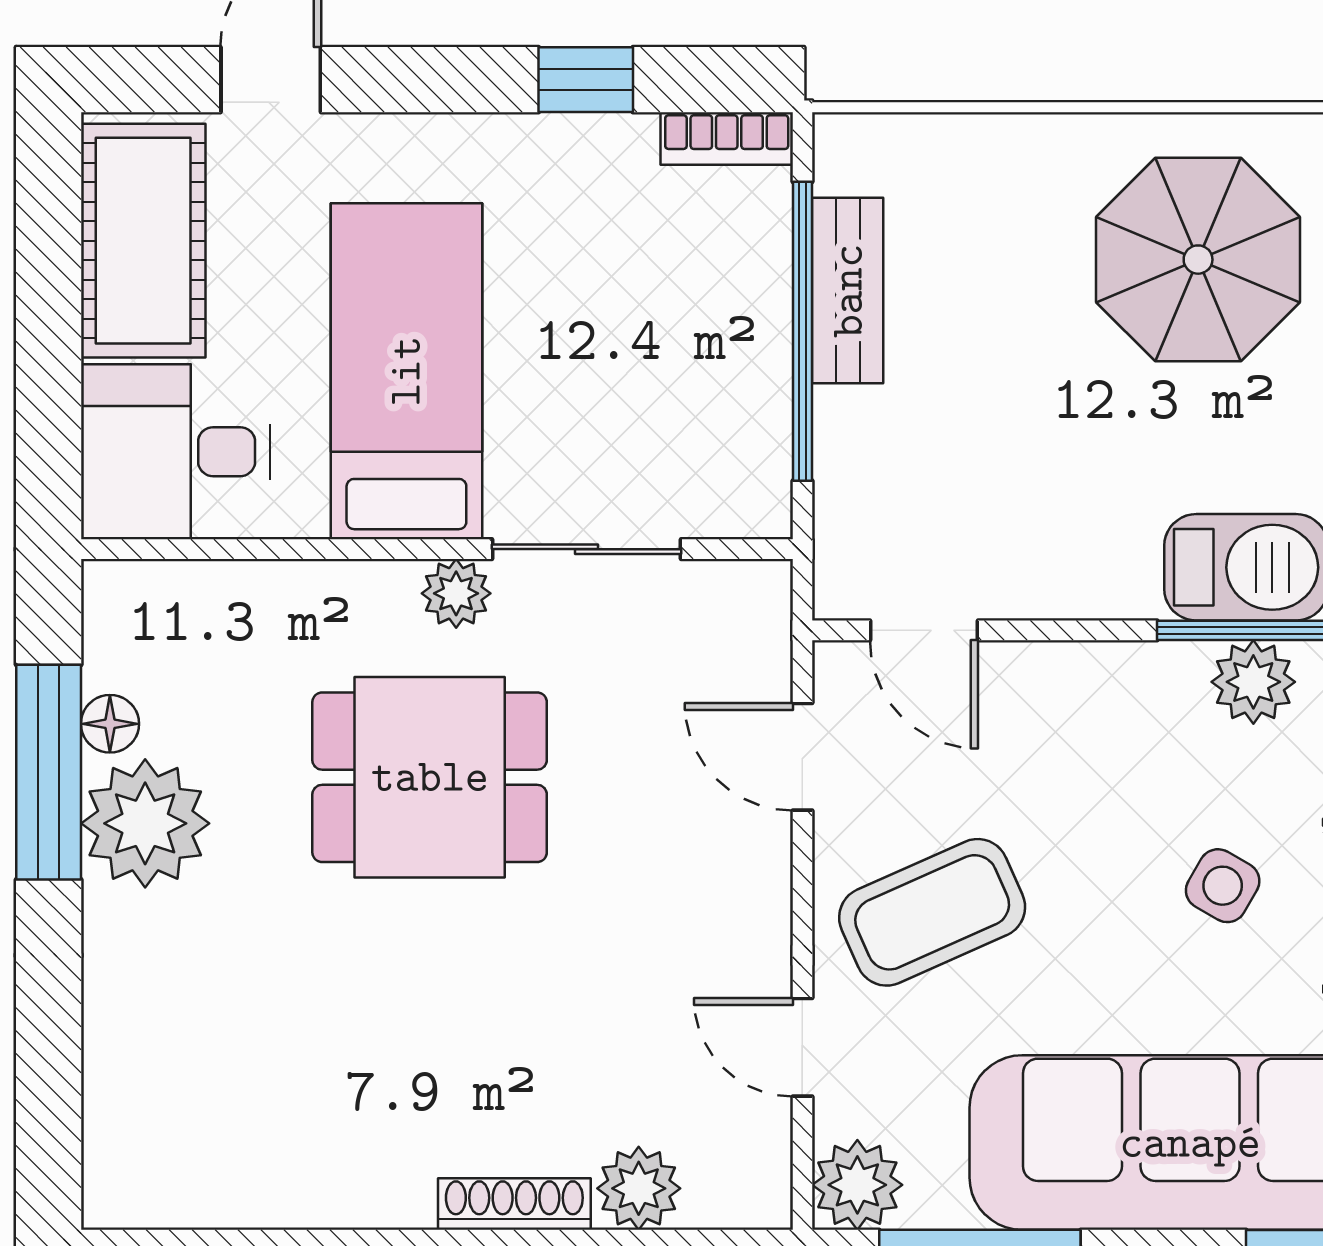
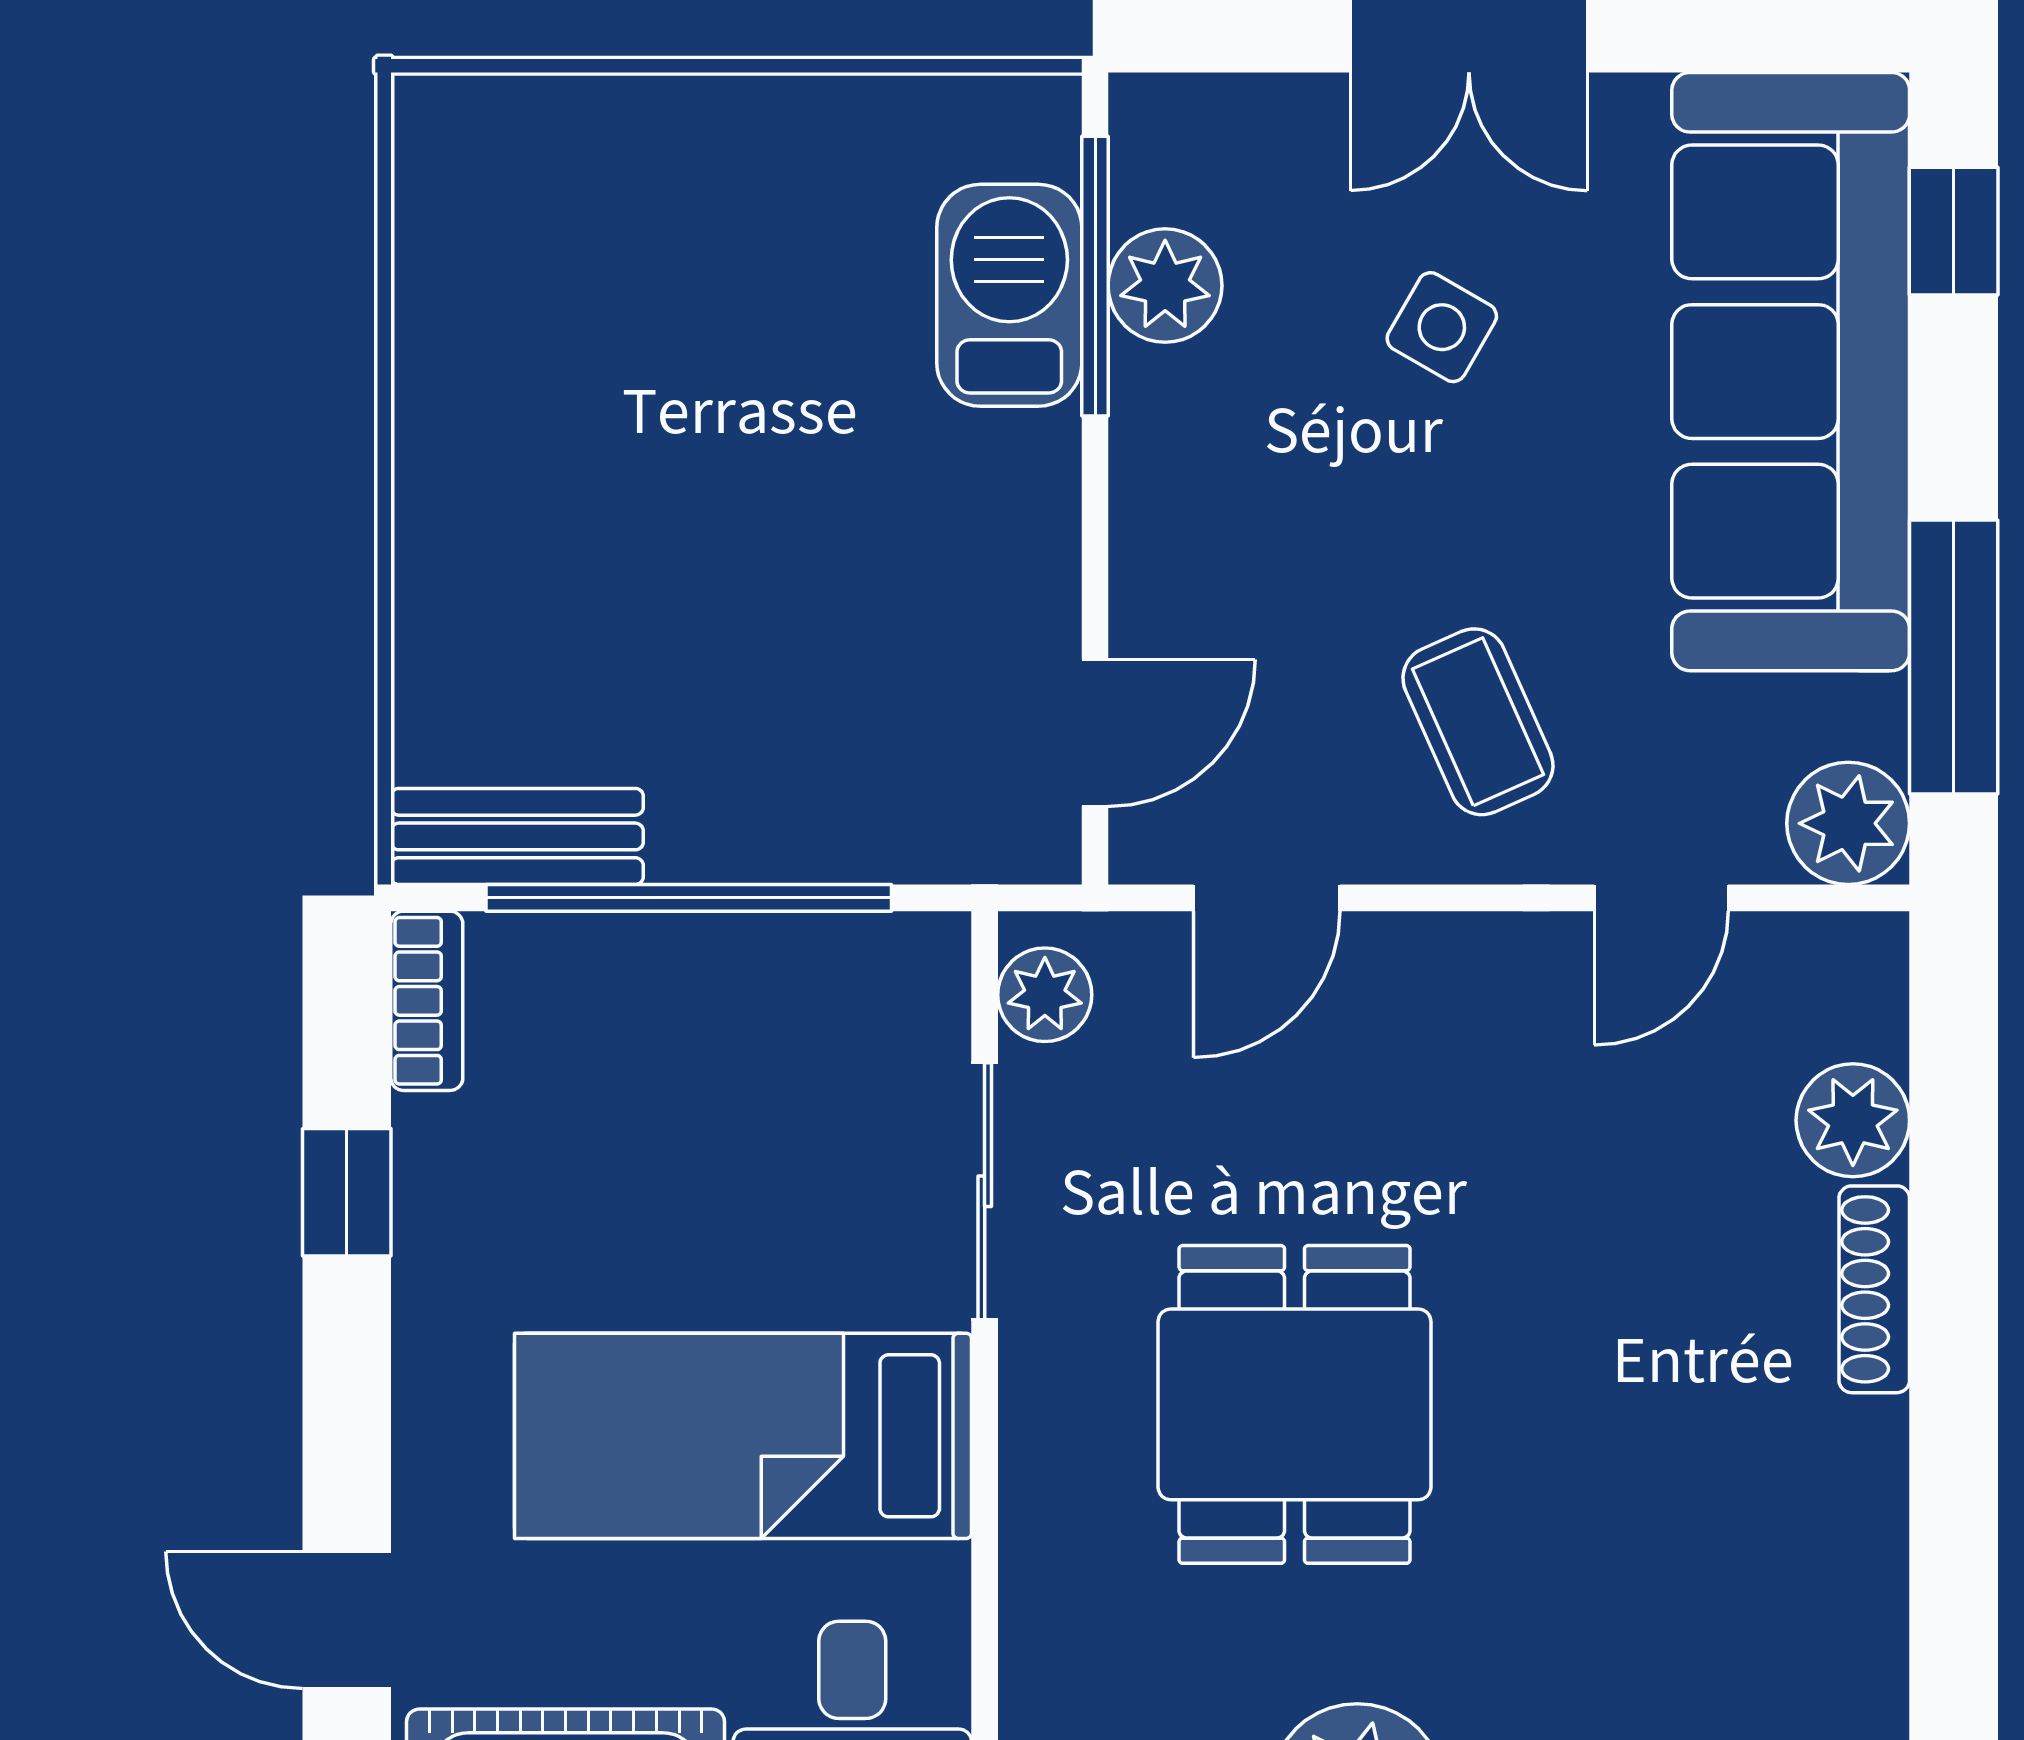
parasol: (1198, 260) -> (591, 361), removed
bench: (848, 291) -> (517, 836), moved
plant: (456, 593) -> (1045, 995), moved
coffee table: (932, 912) -> (1478, 722), width x0.73, depth x0.77

